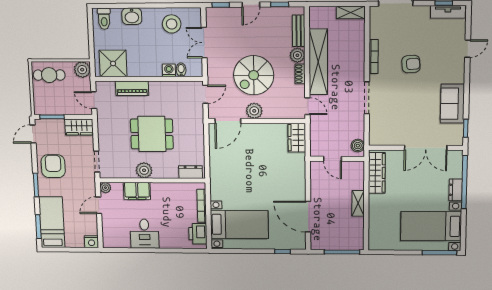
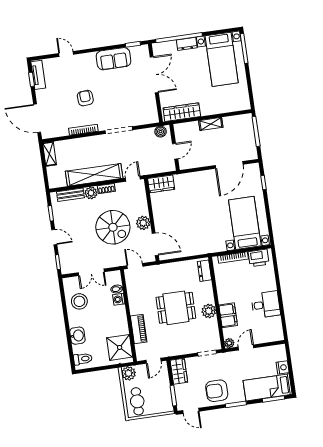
dining table: (152, 134) -> (176, 308), turned 90
door: (99, 205) -> (246, 347), swing flipped
nightstand: (91, 242) -> (283, 367), moved

